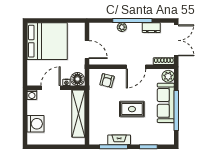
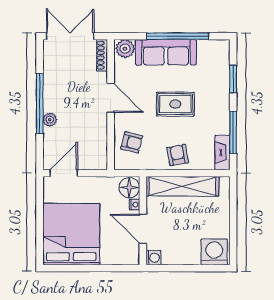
dresser: (151, 28) -> (51, 74), removed
door: (87, 50) -> (64, 173), moved
rug: (132, 109) -> (175, 104), turned 90
armchair: (99, 110) -> (178, 155), added
washing machine: (35, 124) -> (214, 252), moved
fireplace: (119, 140) -> (222, 153), moved

